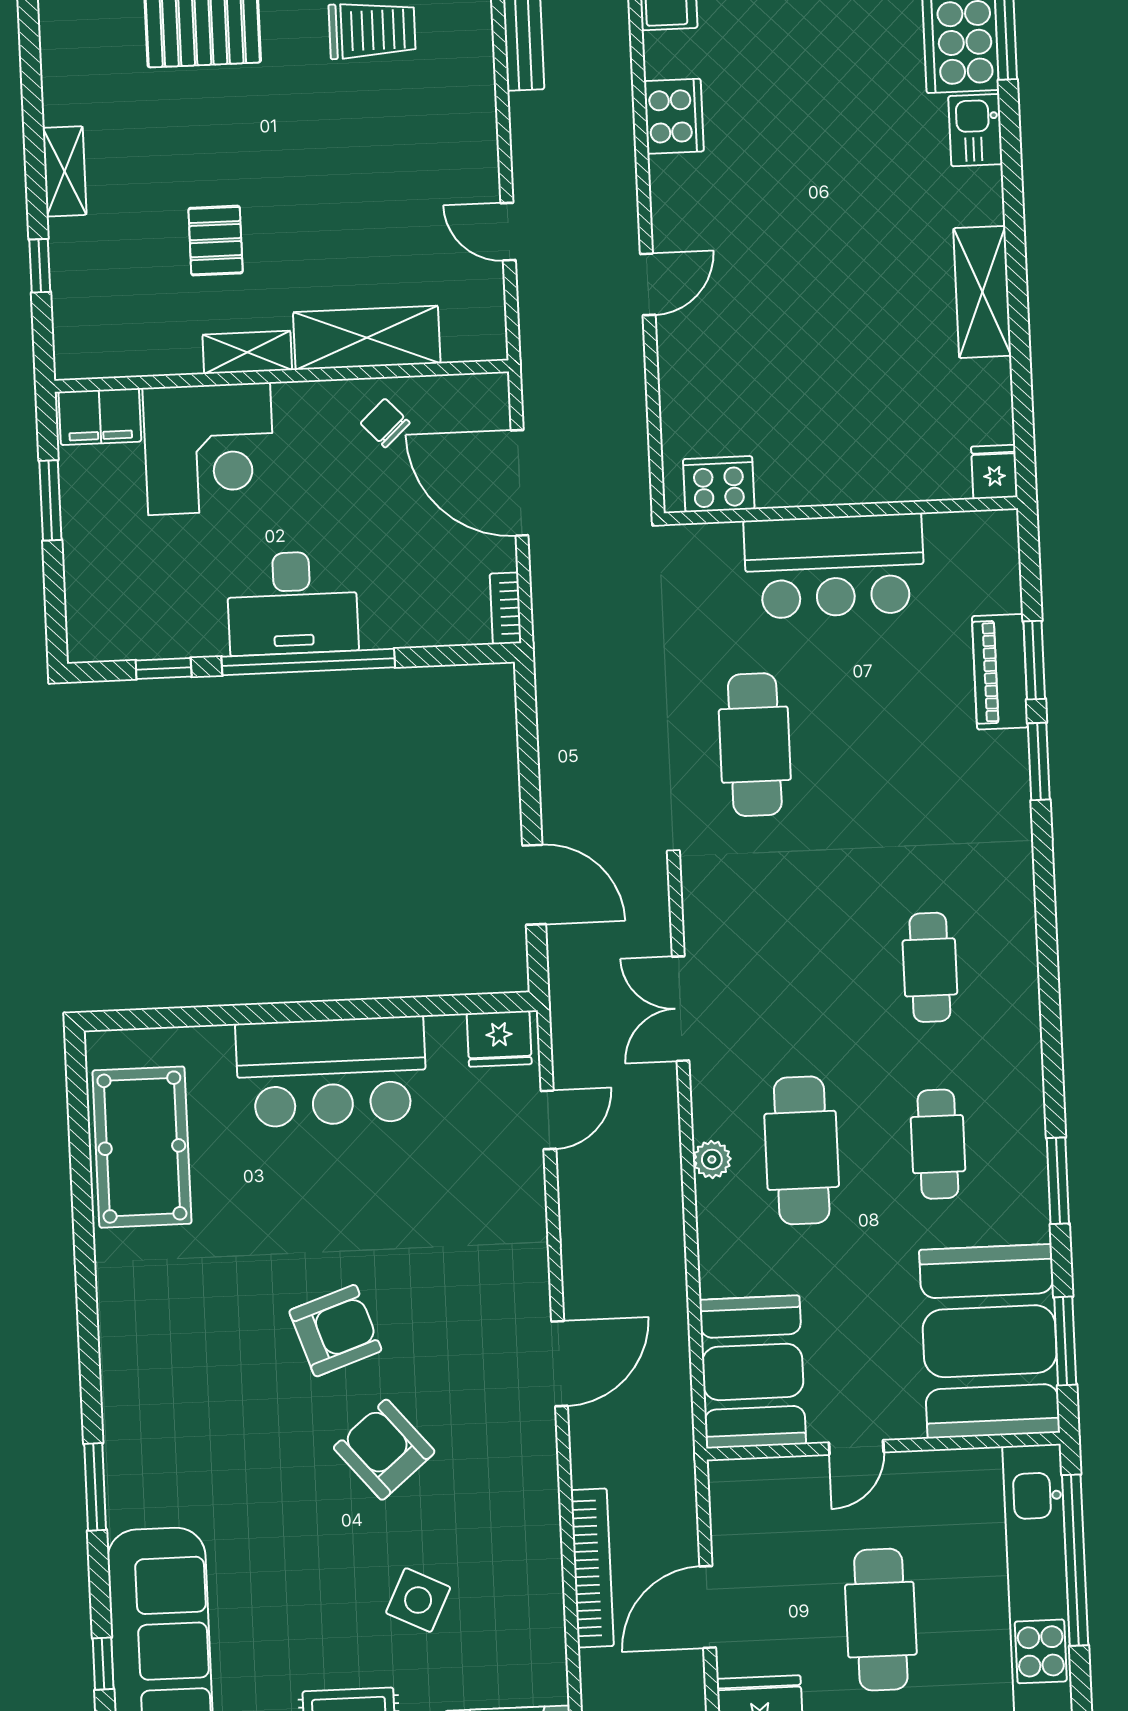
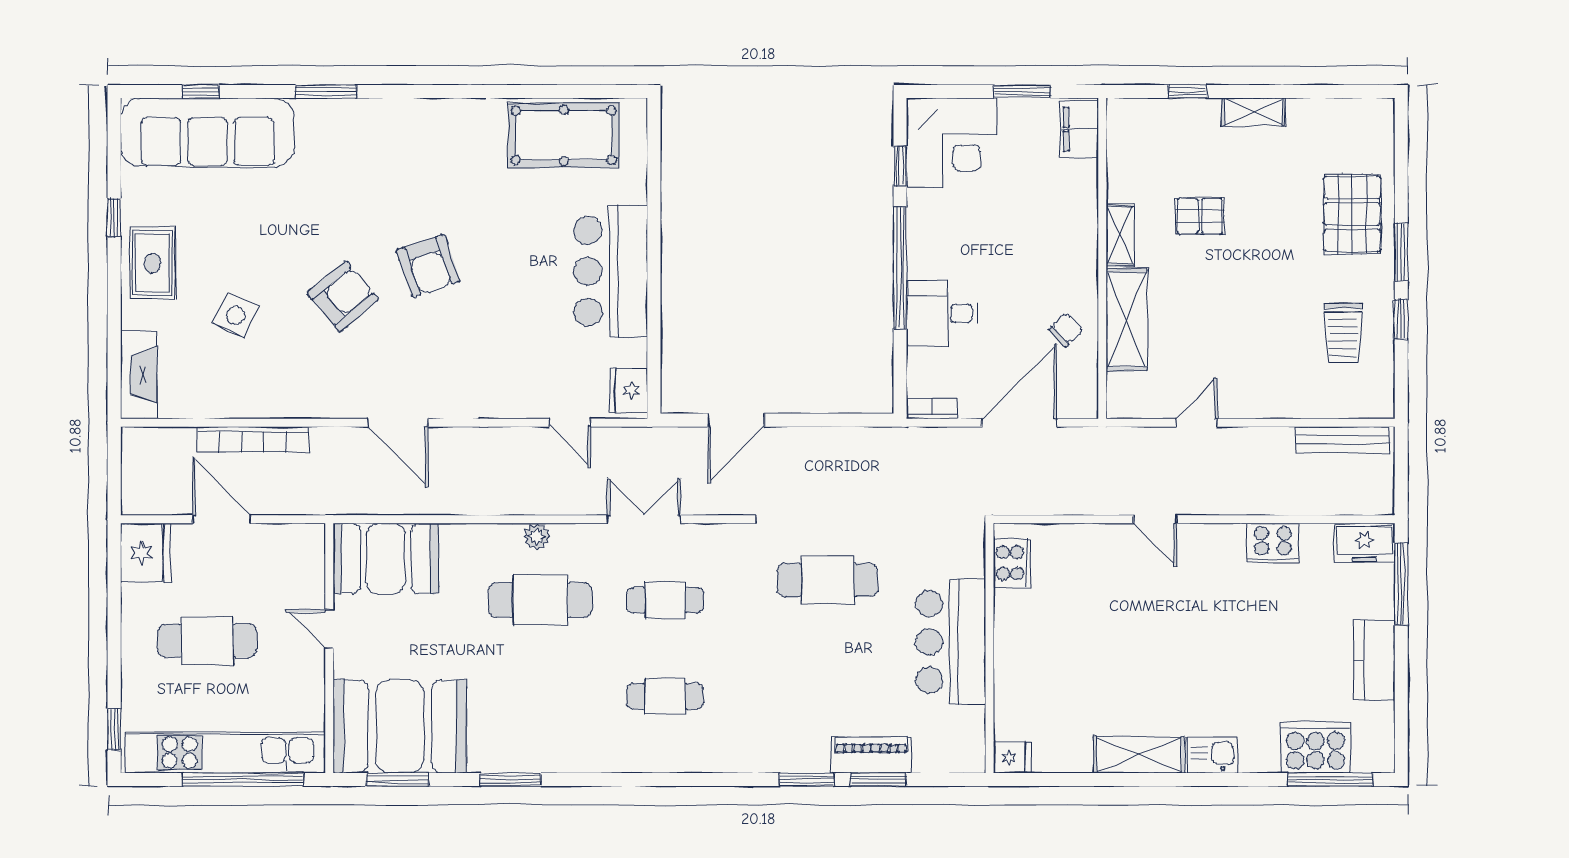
kitchen sink: (975, 130) -> (1213, 755), moved
corner desk: (209, 449) -> (951, 143), moved, turned -90
desk: (292, 603) -> (942, 313), moved, width x0.73
cafe table: (938, 1144) -> (665, 600), moved

